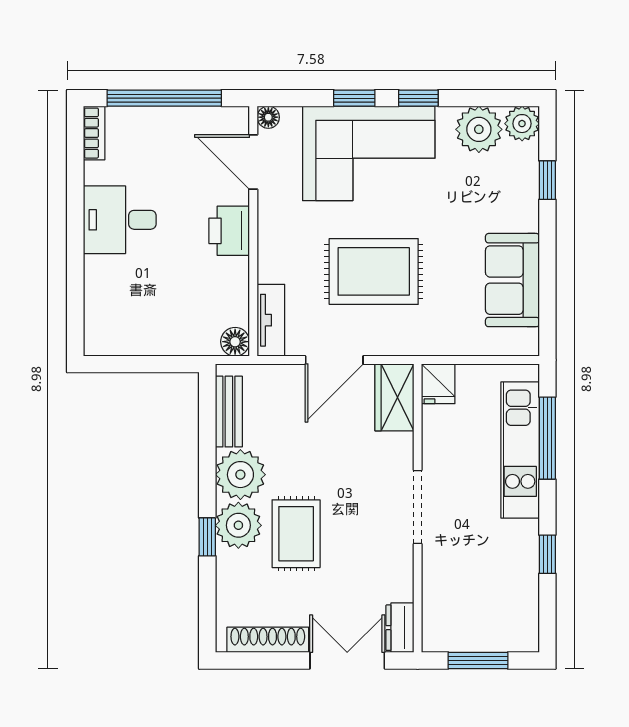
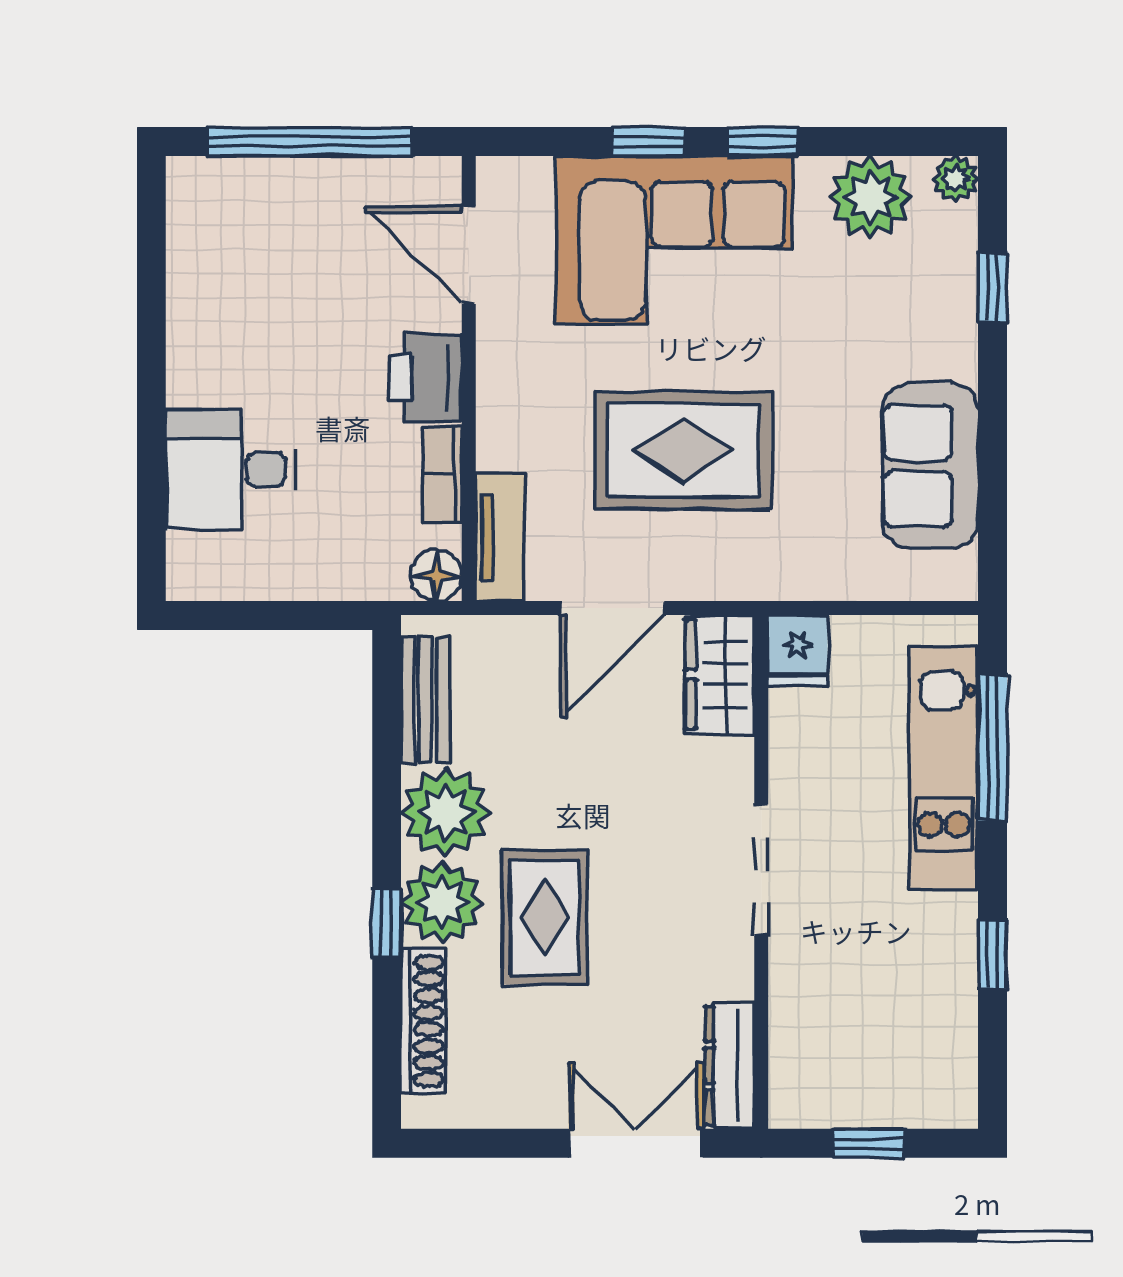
floor lamp: (268, 117) -> (495, 176), removed
plant: (522, 124) -> (956, 178), width x0.73, depth x0.73
bookcase: (94, 133) -> (443, 474), moved, turned 180
desk: (120, 220) -> (231, 469), moved
dresser: (400, 628) -> (730, 1066), width x1.44
shoe rack: (268, 640) -> (423, 1021), moved, turned 90
window: (478, 661) -> (869, 1143), width x0.67

